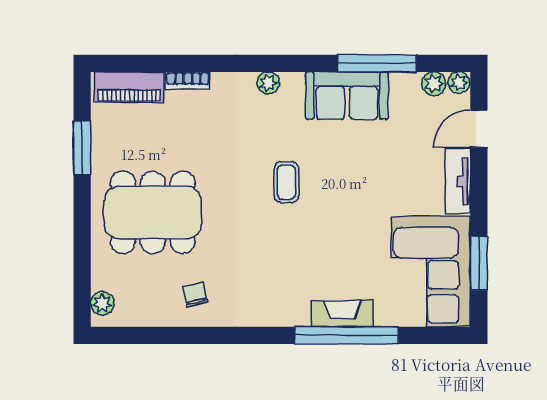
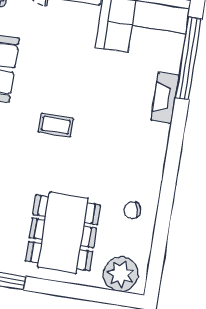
plant: (102, 303) -> (121, 274), width x1.87, depth x1.87
window: (347, 335) -> (189, 58), moved

